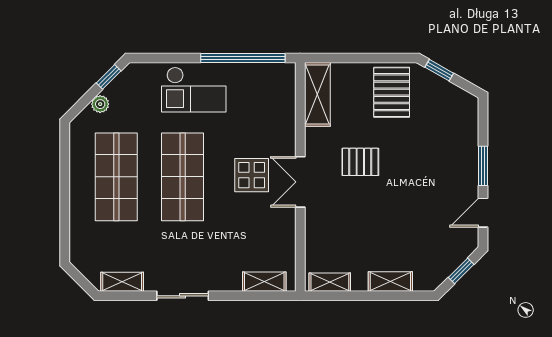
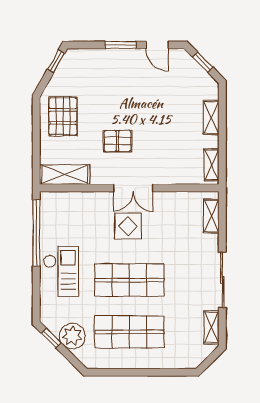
window: (439, 70) -> (56, 61), moved
pallet: (392, 92) -> (63, 116), turned 90
plant: (100, 104) -> (72, 336), width x1.88, depth x1.88
pallet: (360, 162) -> (117, 141), turned 90
sliding door: (183, 296) -> (222, 280), width x1.37

